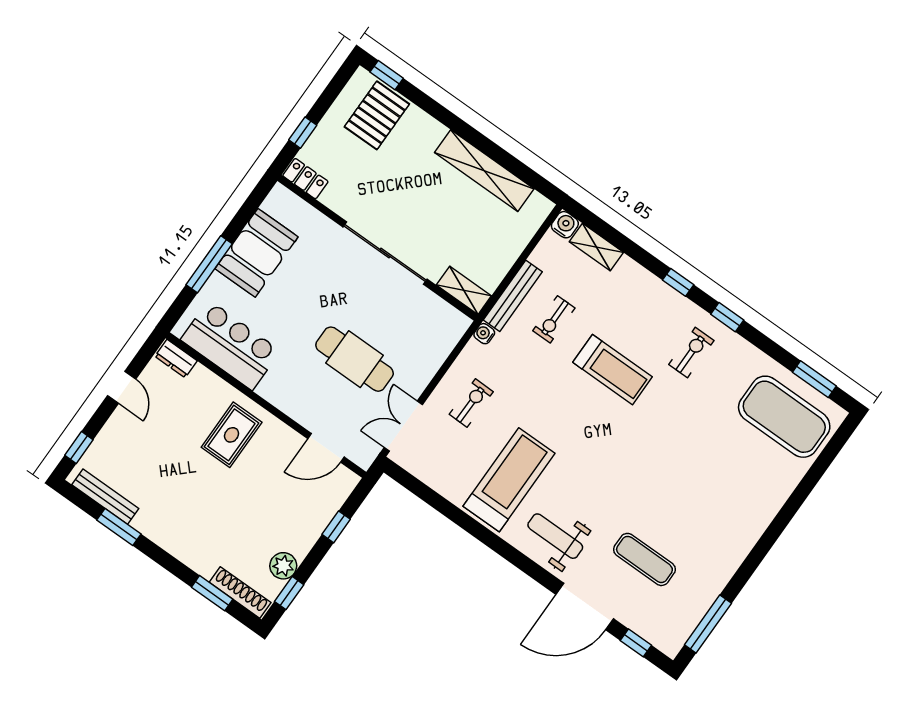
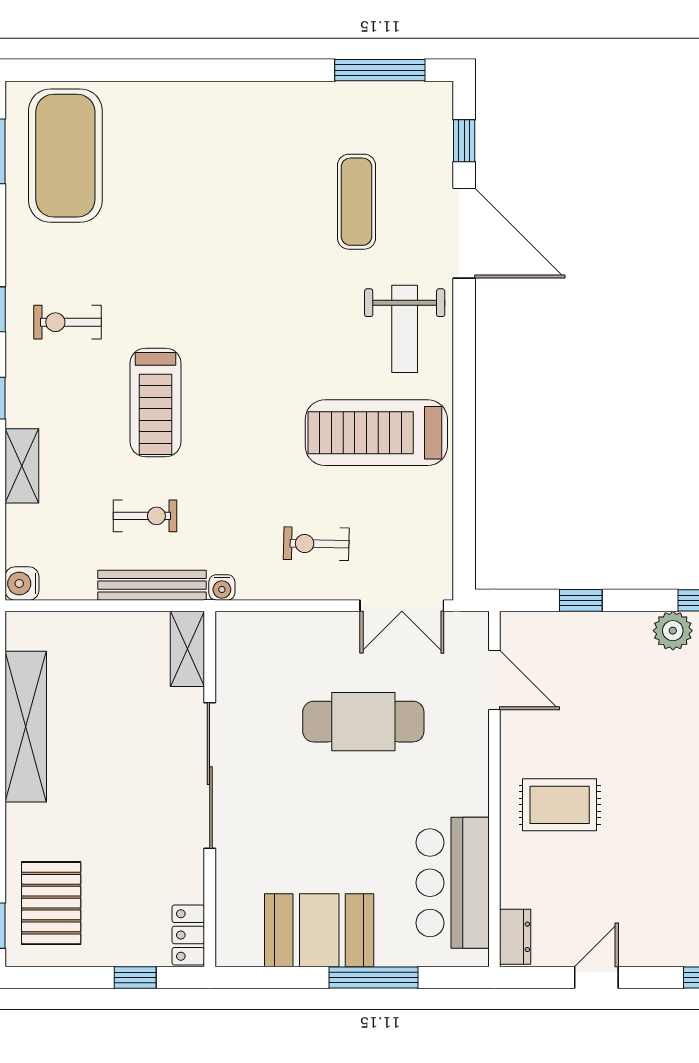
pallet: (377, 115) -> (51, 903), turned 90
shelving: (596, 247) -> (22, 466), moved
cafe table: (355, 359) -> (363, 722), turned 90
treadmill: (612, 370) -> (156, 402), turned 180

